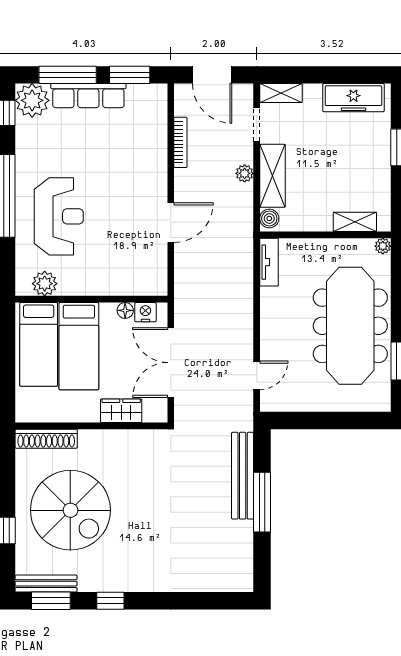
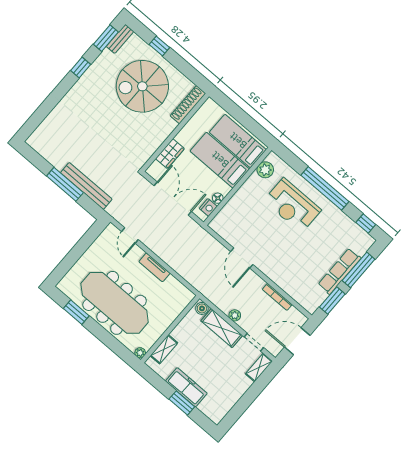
freezer: (353, 98) -> (186, 387), moved, turned 90
plant: (32, 100) -> (361, 241), removed
tv unit: (269, 262) -> (154, 267), moved
bench: (46, 584) -> (120, 39), width x0.73

